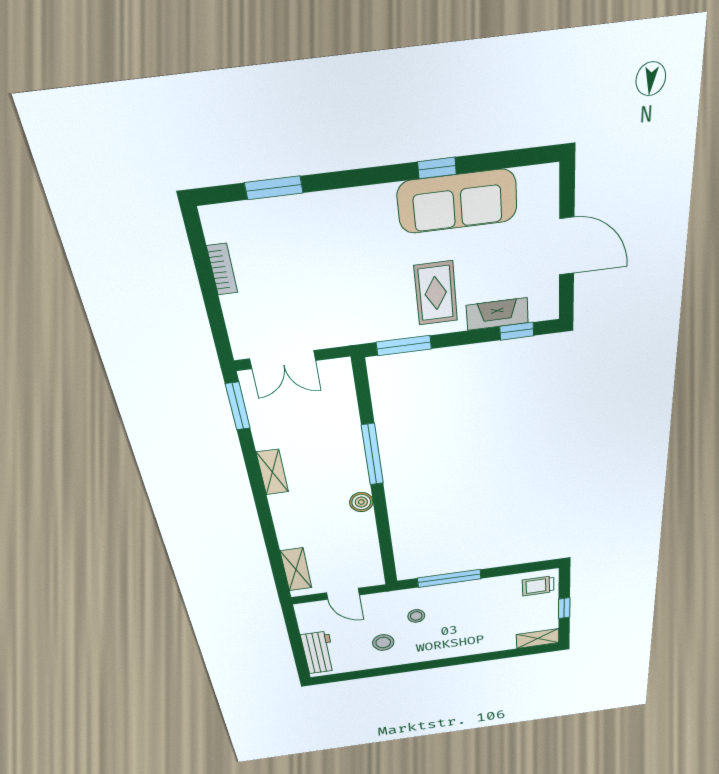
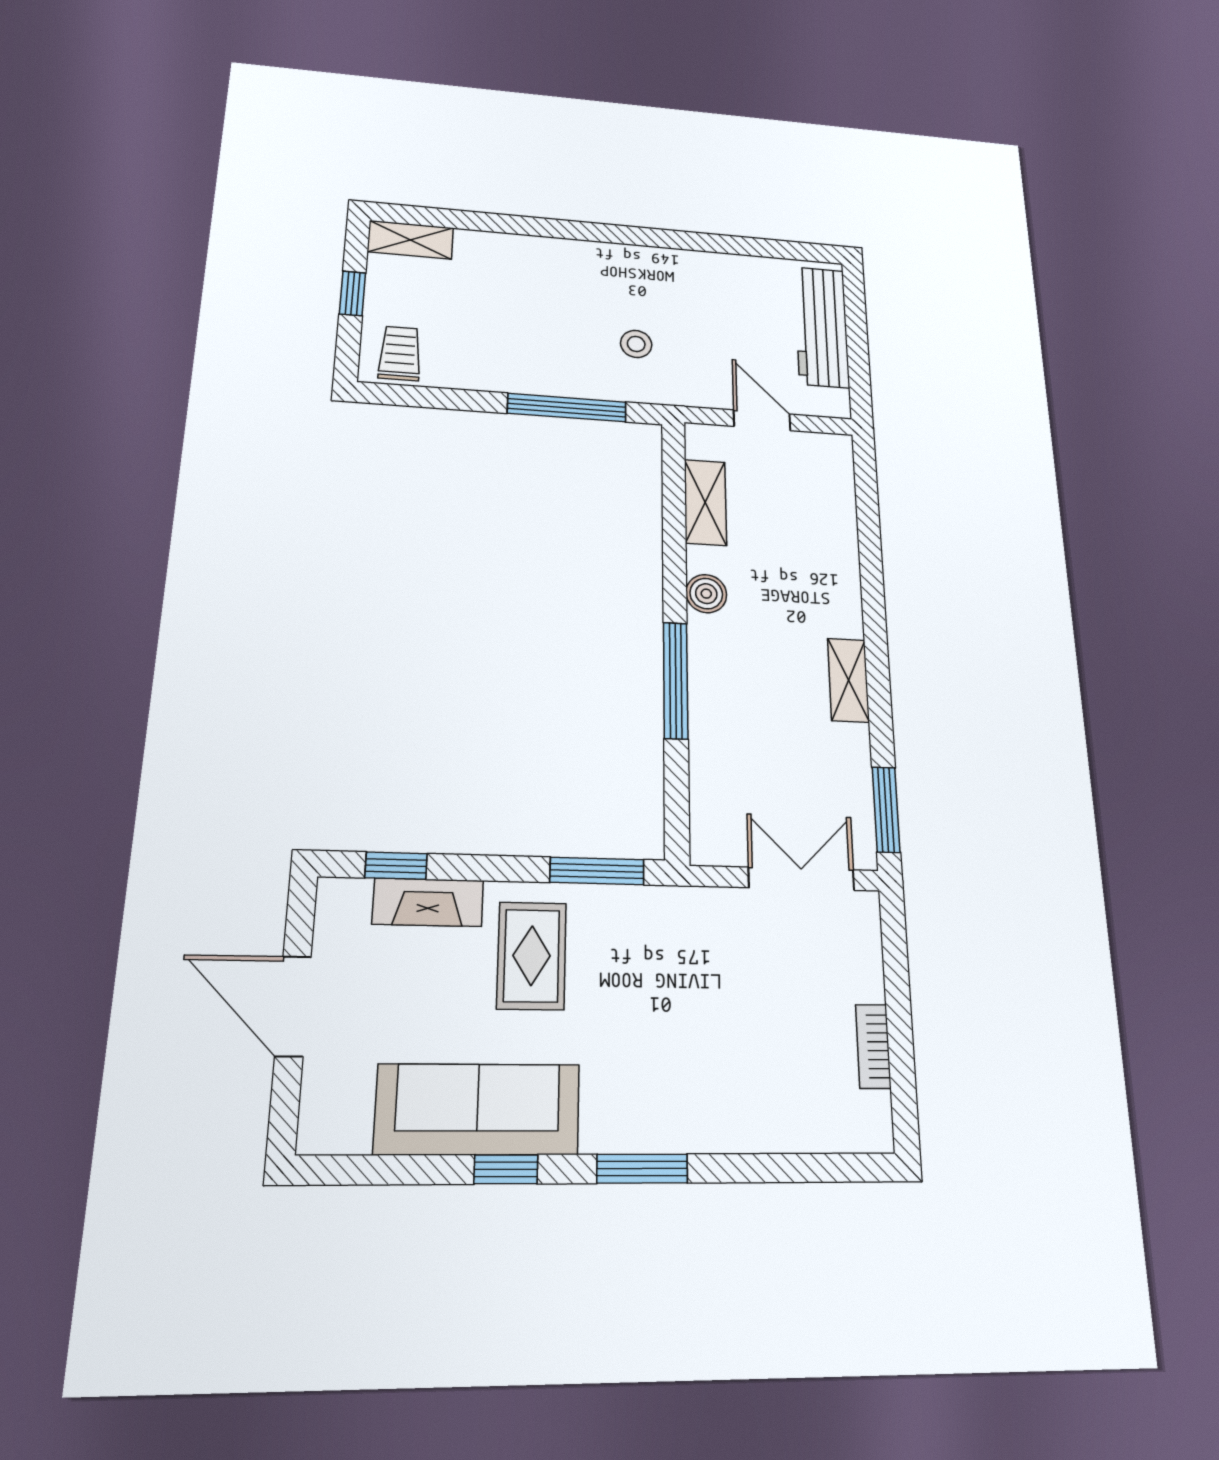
window: (274, 188) -> (642, 1169), moved
shelving: (296, 569) -> (705, 502), moved
trolley: (538, 586) -> (400, 353), turned -90
stool: (383, 643) -> (703, 303), removed
workbench: (319, 653) -> (822, 327), width x1.37

